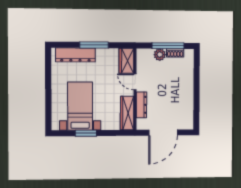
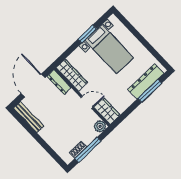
window: (94, 45) -> (150, 91), moved
plant: (160, 55) -> (100, 126), moved
dresser: (141, 105) -> (59, 82), moved
bench: (189, 112) -> (29, 117), added

